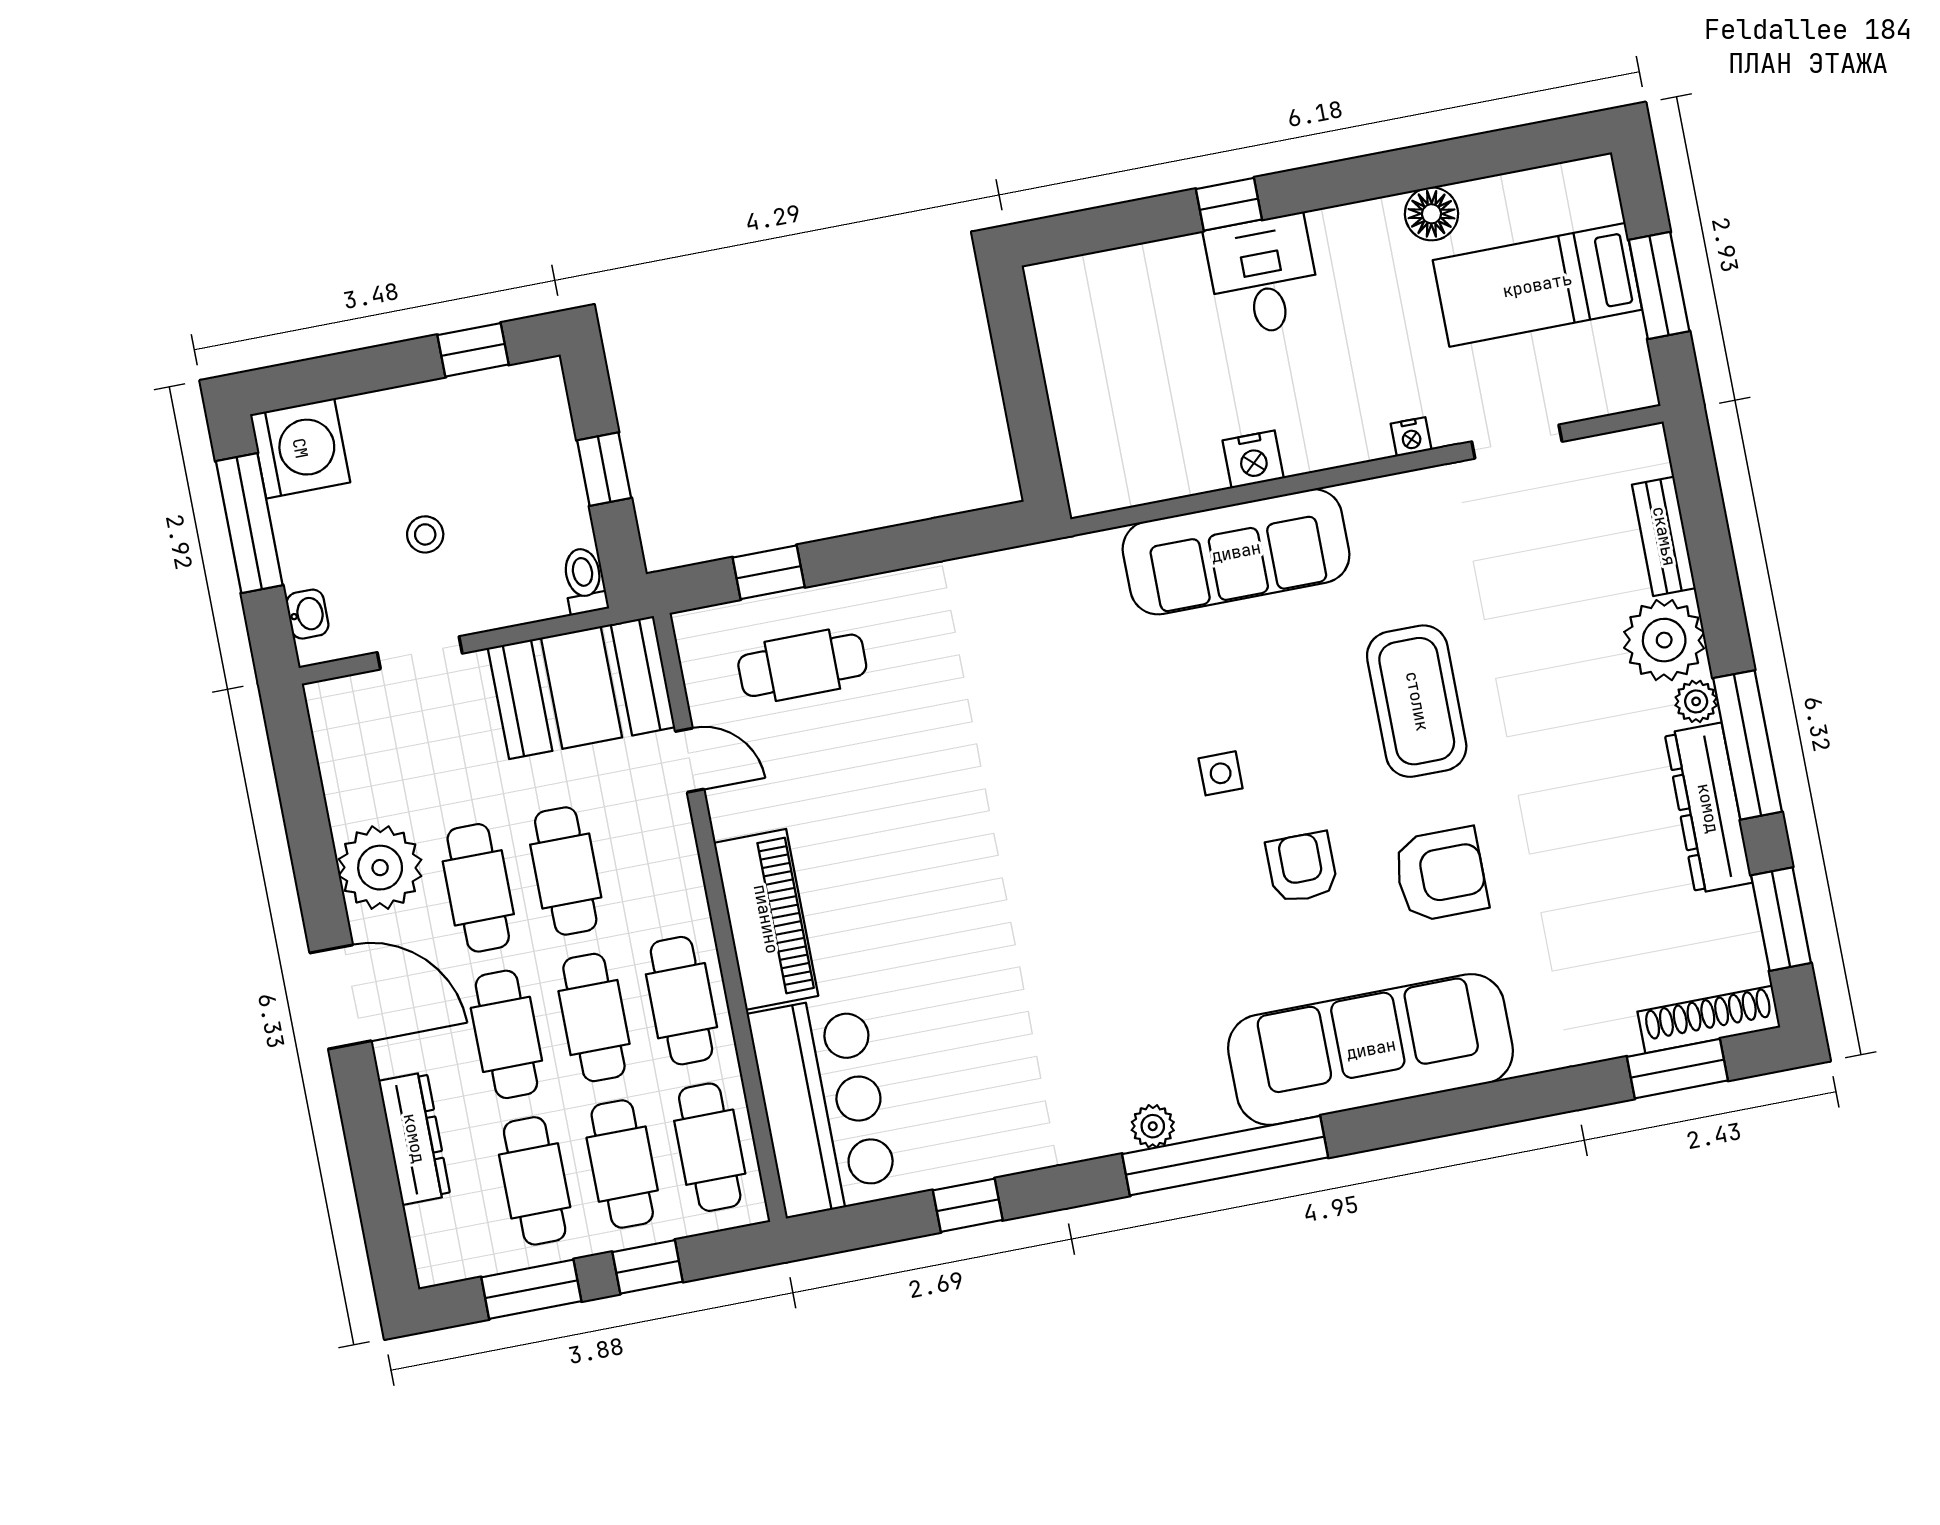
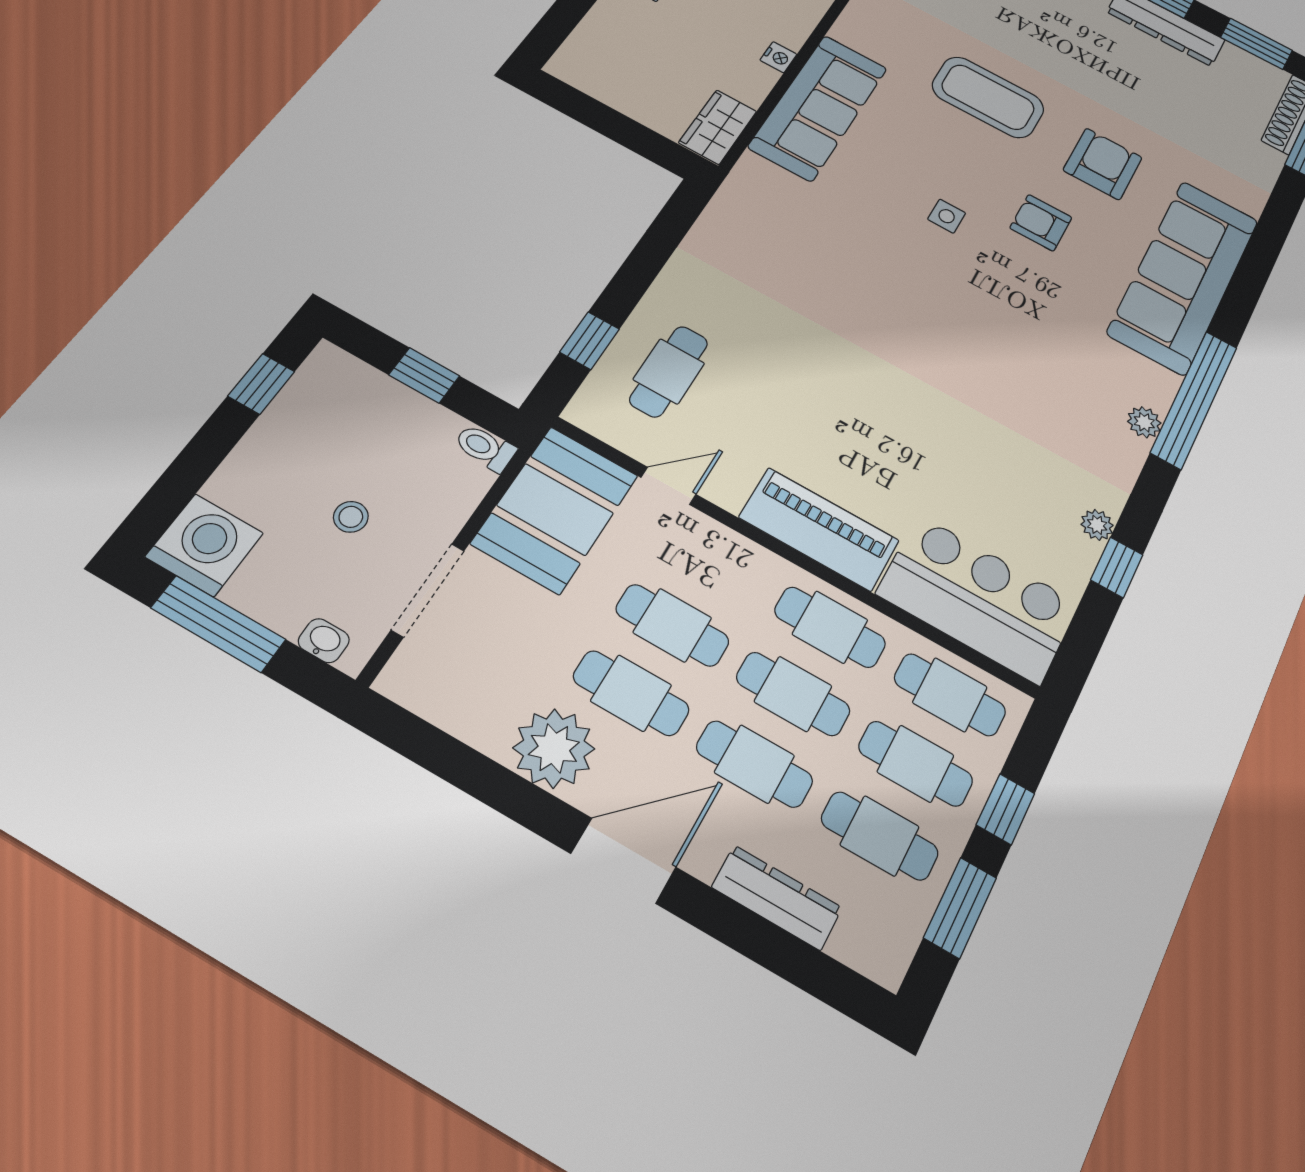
nightstand: (1253, 459) -> (778, 57), width x0.72, depth x0.74
wardrobe: (1116, 481) -> (718, 127), added
doorway: (420, 653) -> (428, 590), width x1.38
plant: (997, 1158) -> (1097, 525), added

